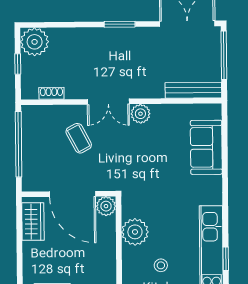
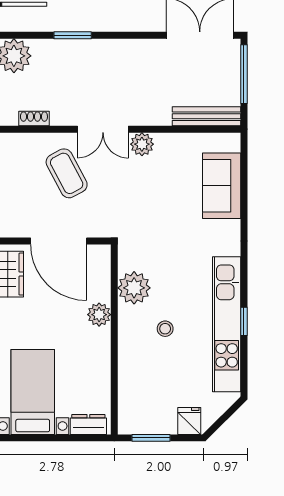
window: (120, 24) -> (73, 35), moved
coffee table: (79, 138) -> (67, 173), width x1.36, depth x1.30
plant: (106, 206) -> (99, 315), moved

